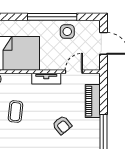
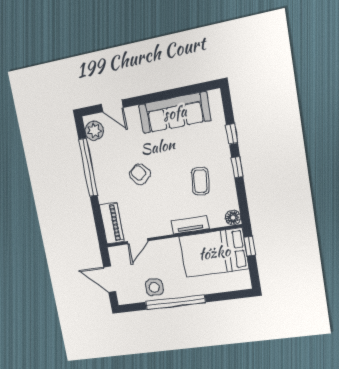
tv unit: (46, 79) -> (190, 225), moved
piano: (93, 101) -> (112, 223), moved

